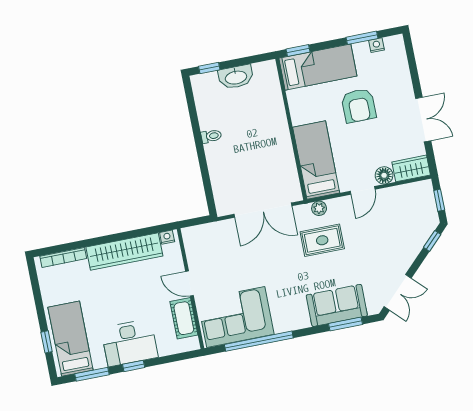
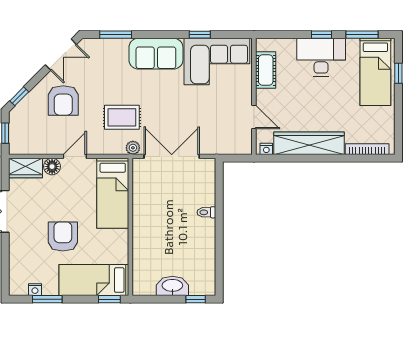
toilet: (211, 136) -> (206, 212), moved
plant: (319, 208) -> (133, 148), moved
armchair: (386, 246) -> (63, 100), added
door: (189, 283) -> (254, 117), moved
double door: (398, 292) -> (61, 55), swing flipped
sofa: (337, 305) -> (156, 54), moved
window: (259, 341) -> (200, 35), width x0.32

